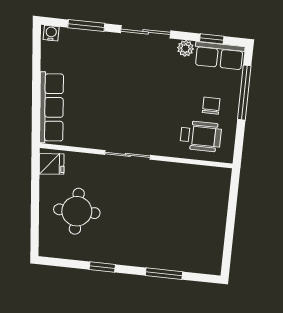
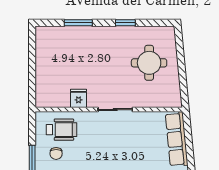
wheelchair: (201, 136) -> (61, 130), turned 180
fridge: (52, 164) -> (79, 98), moved, turned 95

